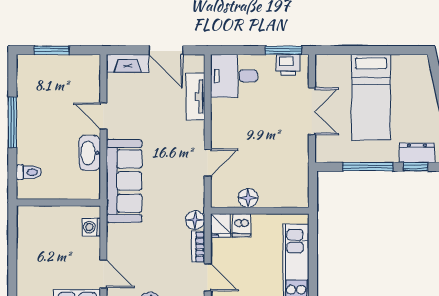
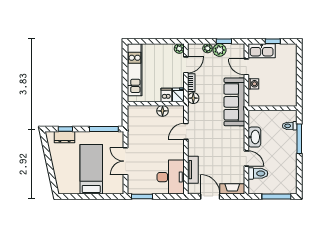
window: (52, 50) -> (276, 197), width x1.44
printer: (288, 65) -> (139, 188), removed
desk: (234, 76) -> (171, 177), width x1.37
toilet: (83, 90) -> (258, 173), added
window: (12, 122) -> (299, 139), moved
window: (368, 167) -> (104, 129), moved
sofa: (124, 181) -> (234, 102), moved
washing machine: (91, 227) -> (253, 84), moved
door: (208, 277) -> (186, 65), swing flipped

